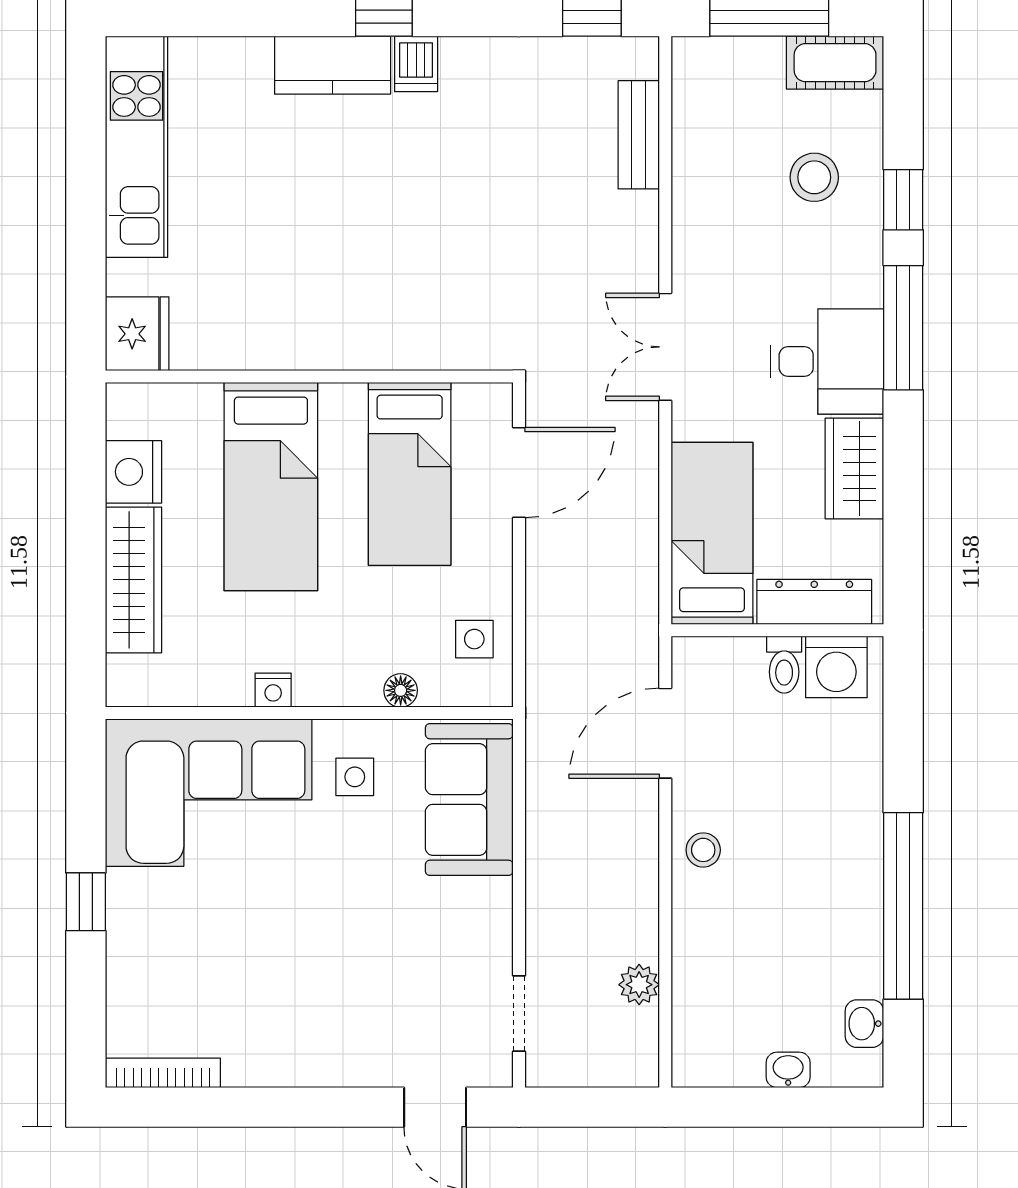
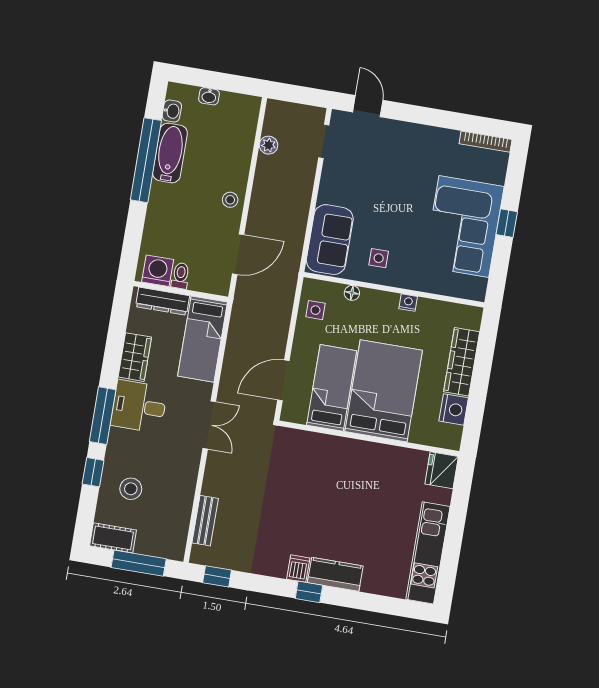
bed: (271, 487) -> (384, 391), width x1.50
corner sofa: (209, 793) -> (464, 226), moved, turned -90
bathtub: (853, 930) -> (170, 153), added

